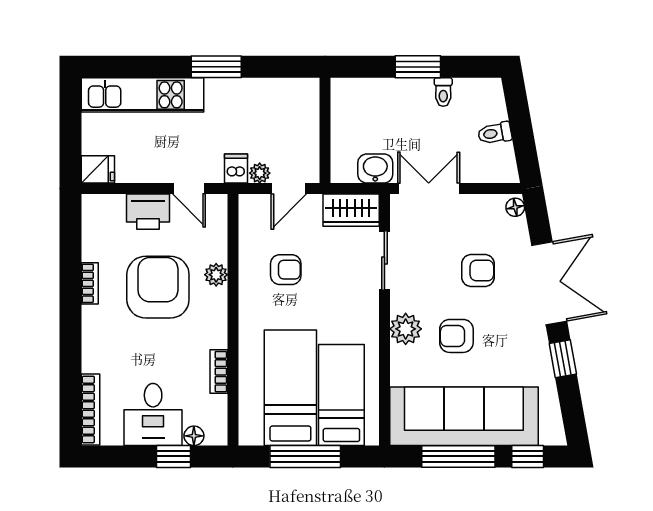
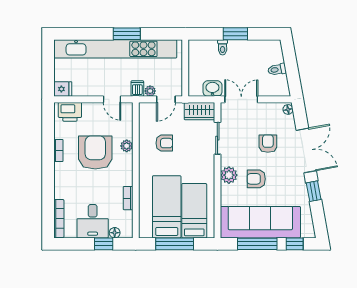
toilet: (443, 92) -> (223, 47), moved
kitchen unit: (143, 95) -> (115, 49), width x1.86
printer: (148, 212) -> (70, 112), moved
armchair: (478, 271) -> (268, 144), turned -90

